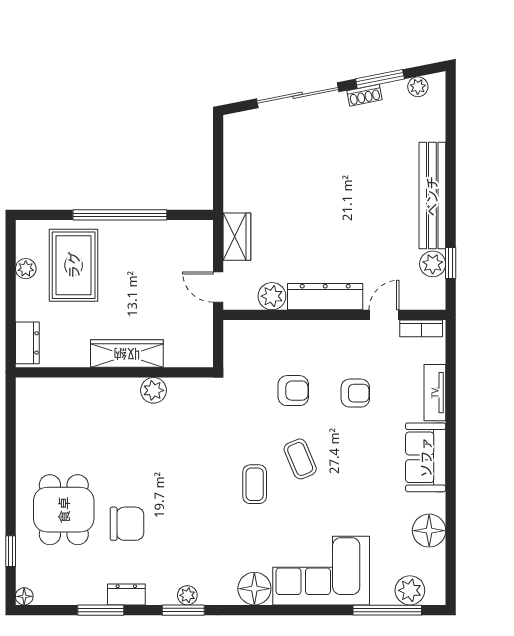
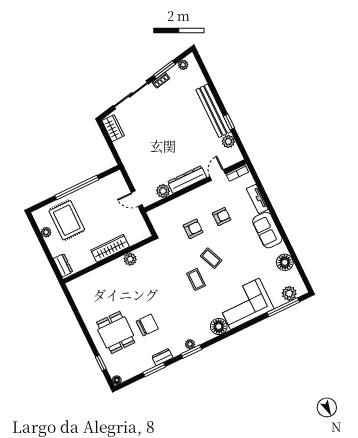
wardrobe: (237, 237) -> (113, 128), moved
window: (451, 263) -> (229, 122), moved

